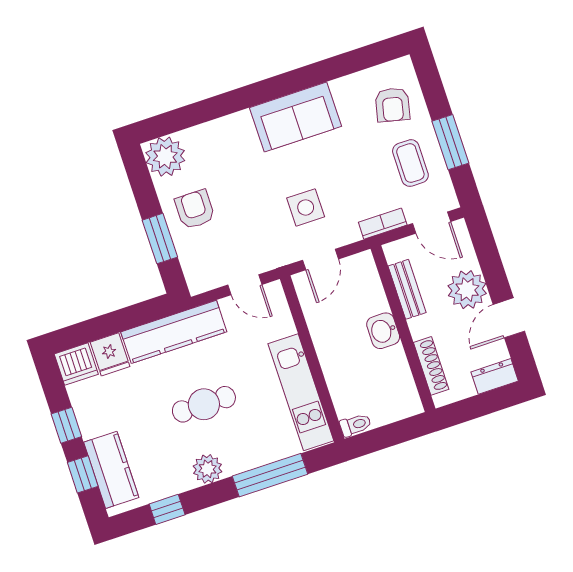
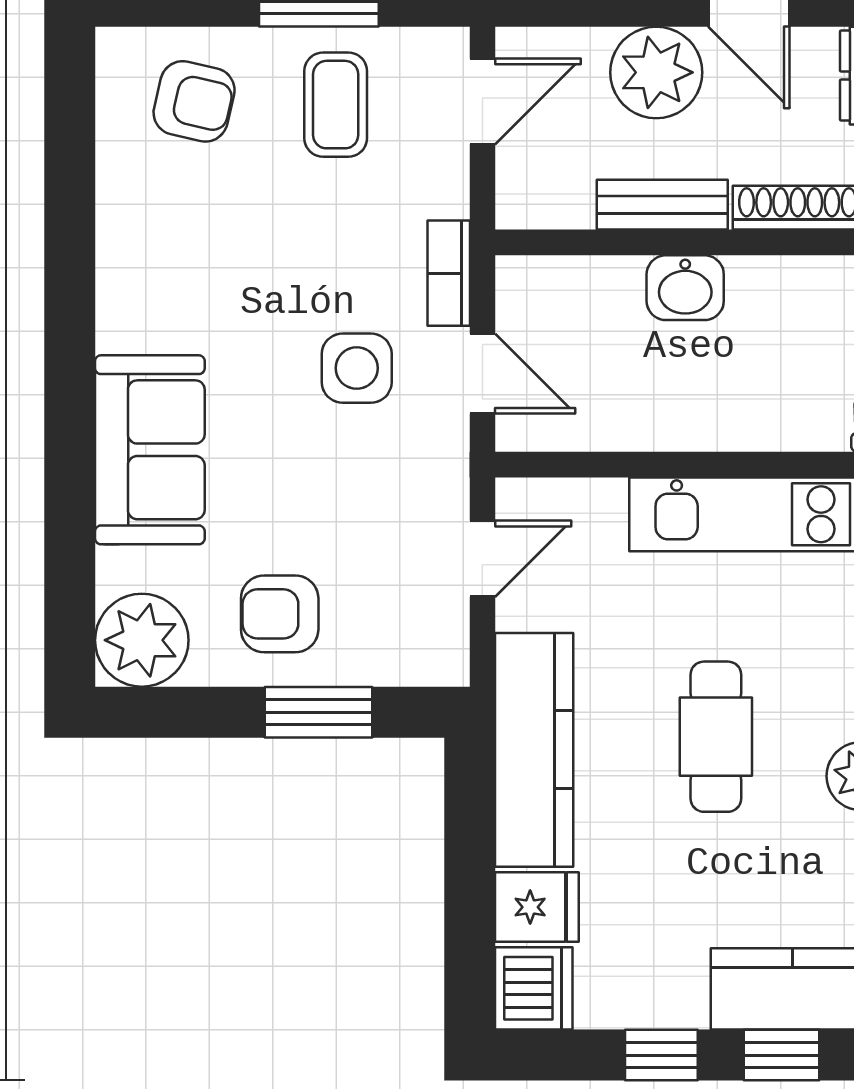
sofa: (295, 117) -> (150, 450), moved
coffee table: (410, 163) -> (336, 105), turned 90
bookcase: (383, 224) -> (449, 273), moved
bench: (407, 289) -> (662, 205), moved

